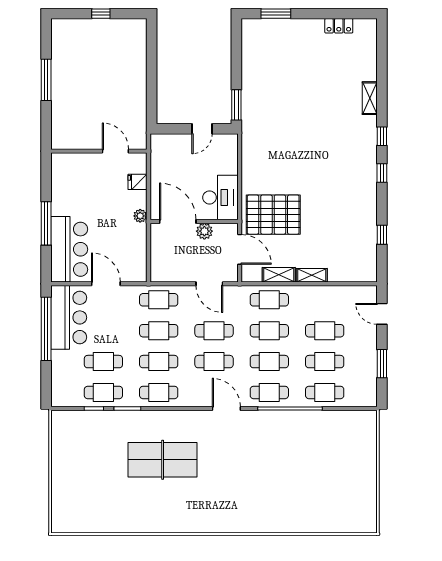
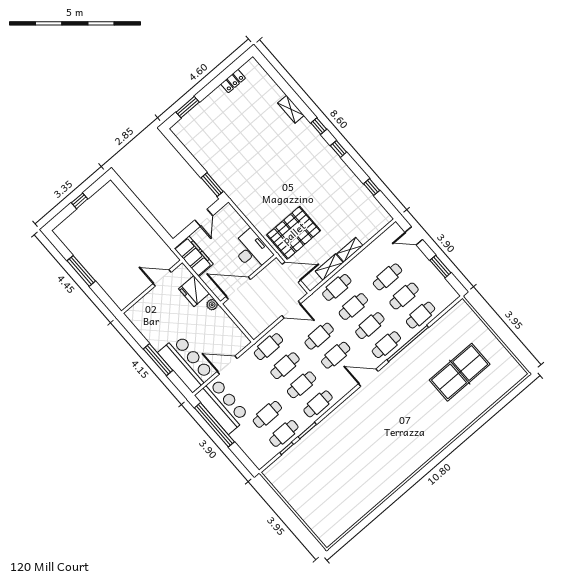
filing cabinet: (162, 156) -> (194, 256), added
fridge: (138, 182) -> (194, 291), width x1.88, depth x1.34
plant: (204, 231) -> (260, 280), removed
table tennis table: (163, 460) -> (460, 372), moved

